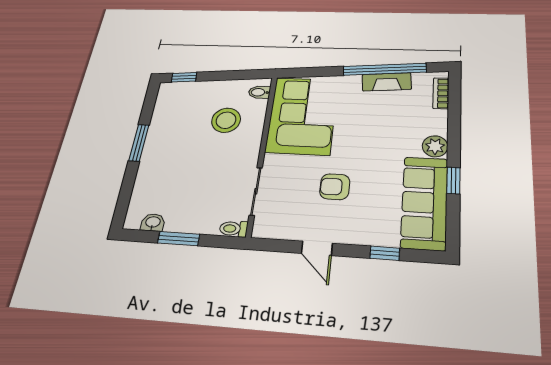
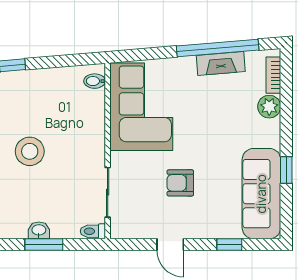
stool: (226, 120) -> (30, 151), moved
plant: (435, 146) -> (269, 107), moved
washbasin: (153, 222) -> (39, 230), moved

